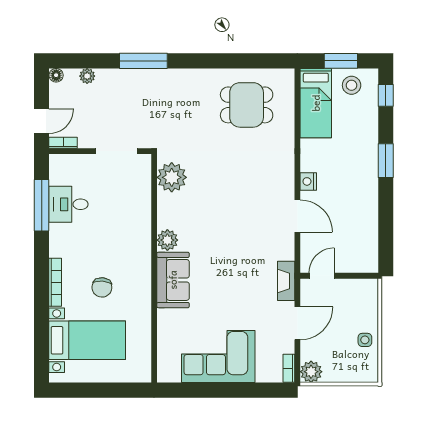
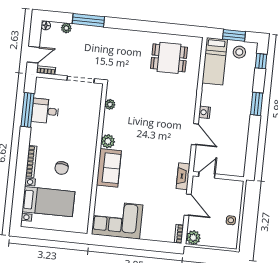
window: (143, 61) -> (88, 20), moved
plant: (172, 177) -> (110, 104), width x0.53, depth x0.53
door: (297, 323) -> (188, 205), hinge flipped
corner sofa: (218, 357) -> (117, 220), moved

